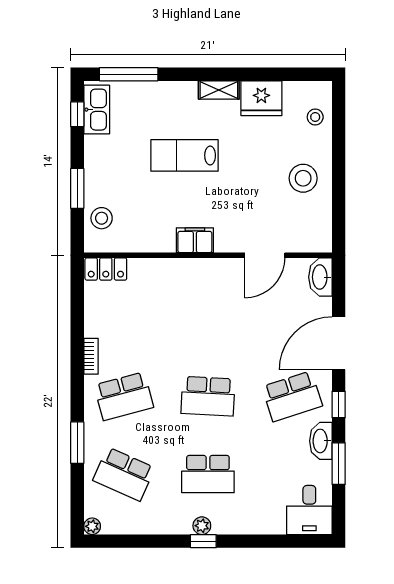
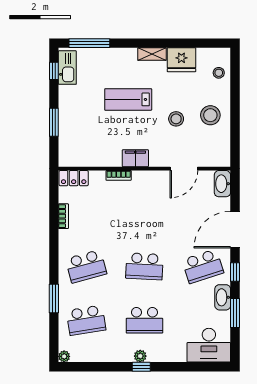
stool: (102, 218) -> (176, 119), moved
bookcase: (171, 265) -> (119, 175), added
bookcase: (91, 356) -> (63, 216), moved
school desk: (124, 474) -> (86, 320), turned -33
desk: (309, 510) -> (209, 345), width x1.37

